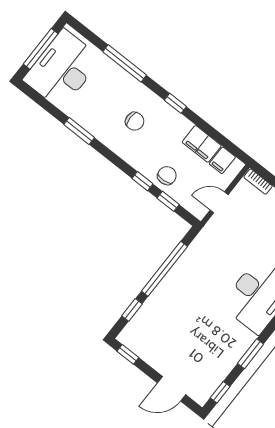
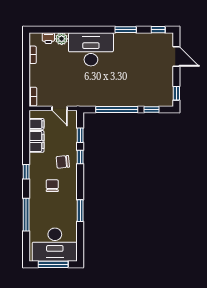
chair: (167, 176) -> (63, 162), moved

